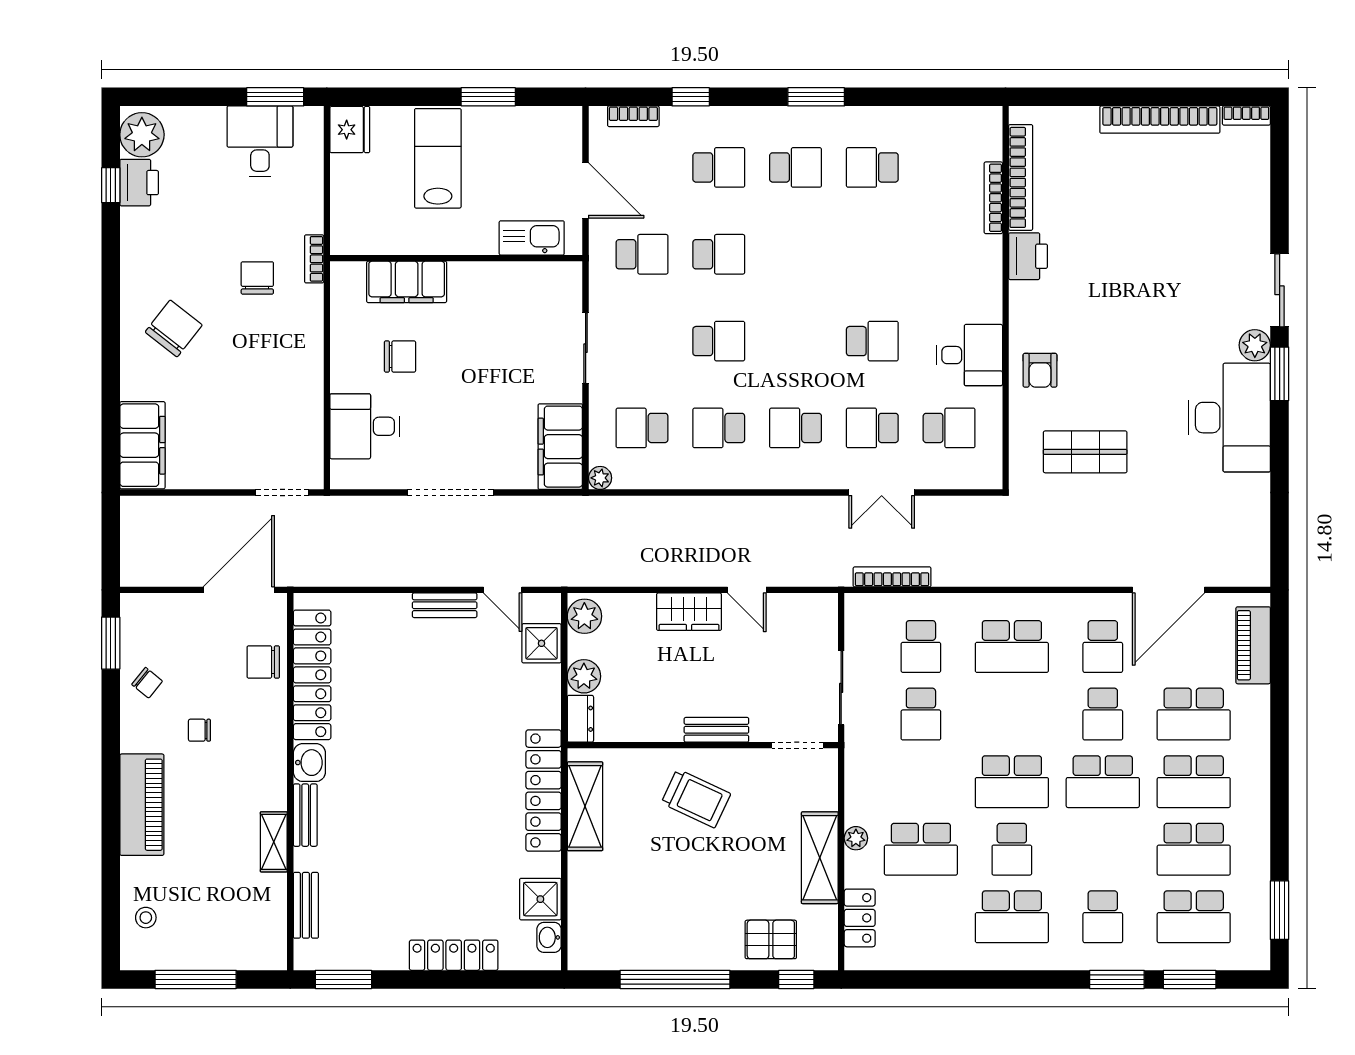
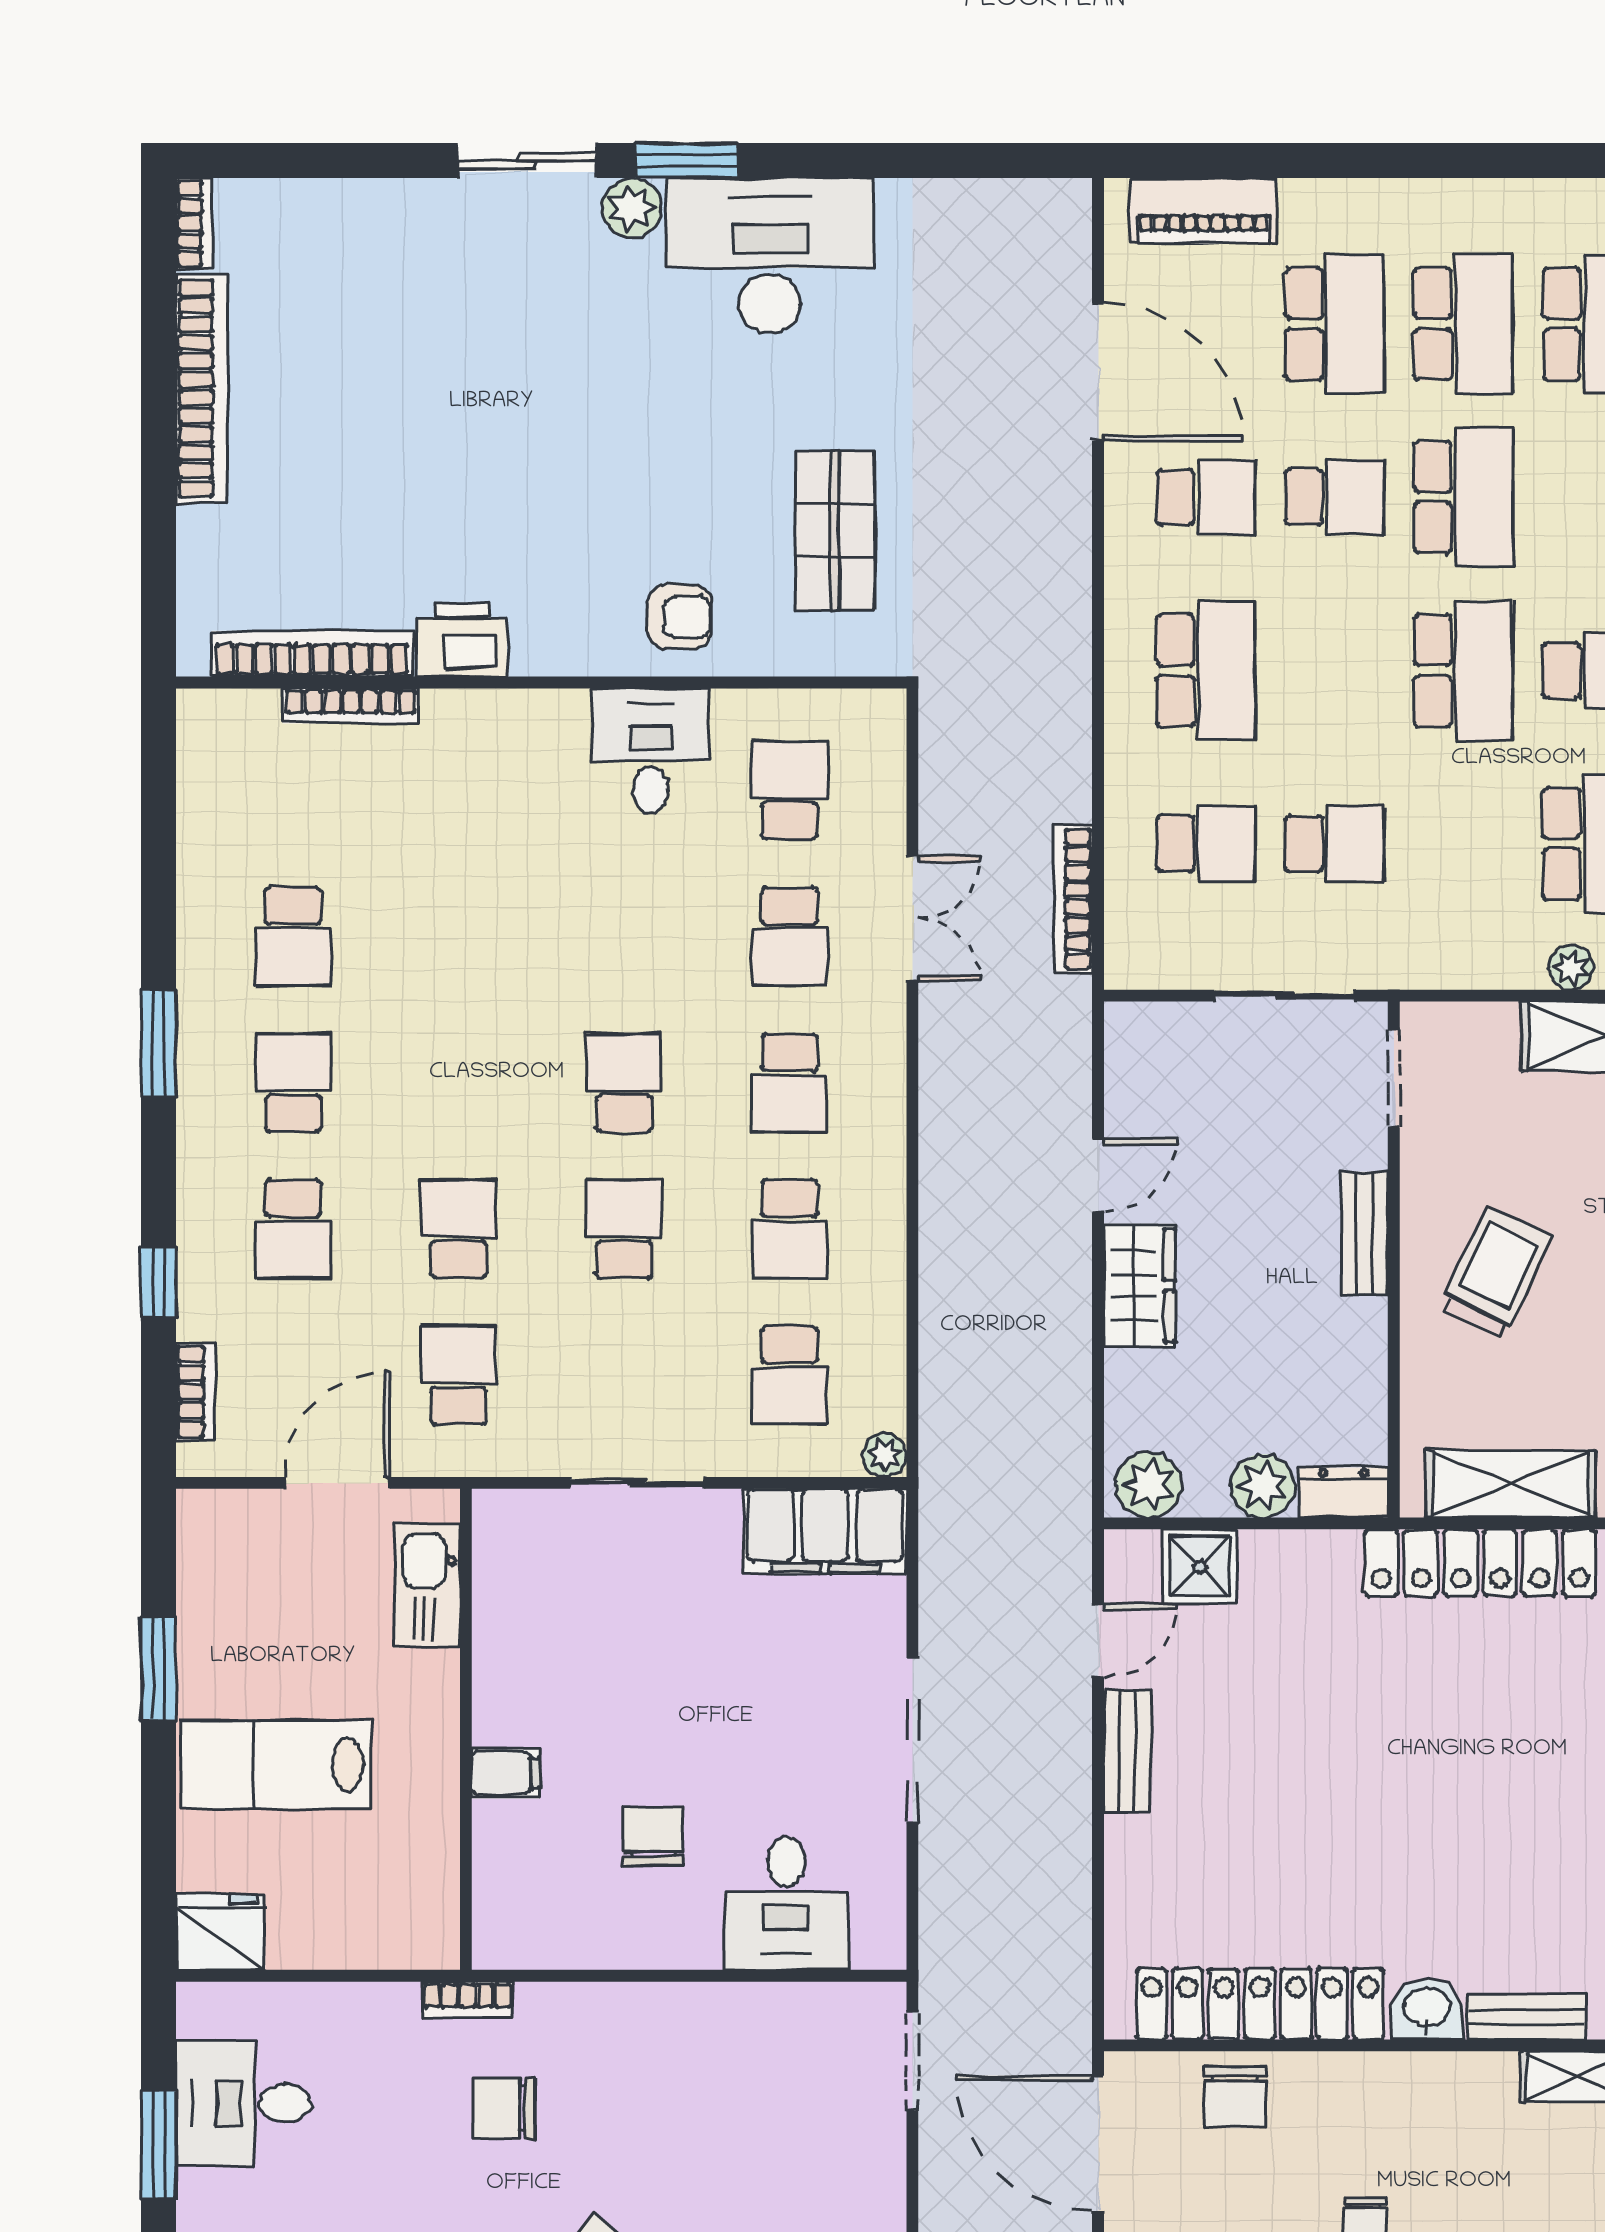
window: (275, 97) -> (158, 2145), moved
school desk: (719, 167) -> (293, 1229), turned 180
filing cabinet: (407, 282) -> (506, 1773), width x0.33, depth x0.86
school desk: (872, 341) -> (624, 1083), moved

